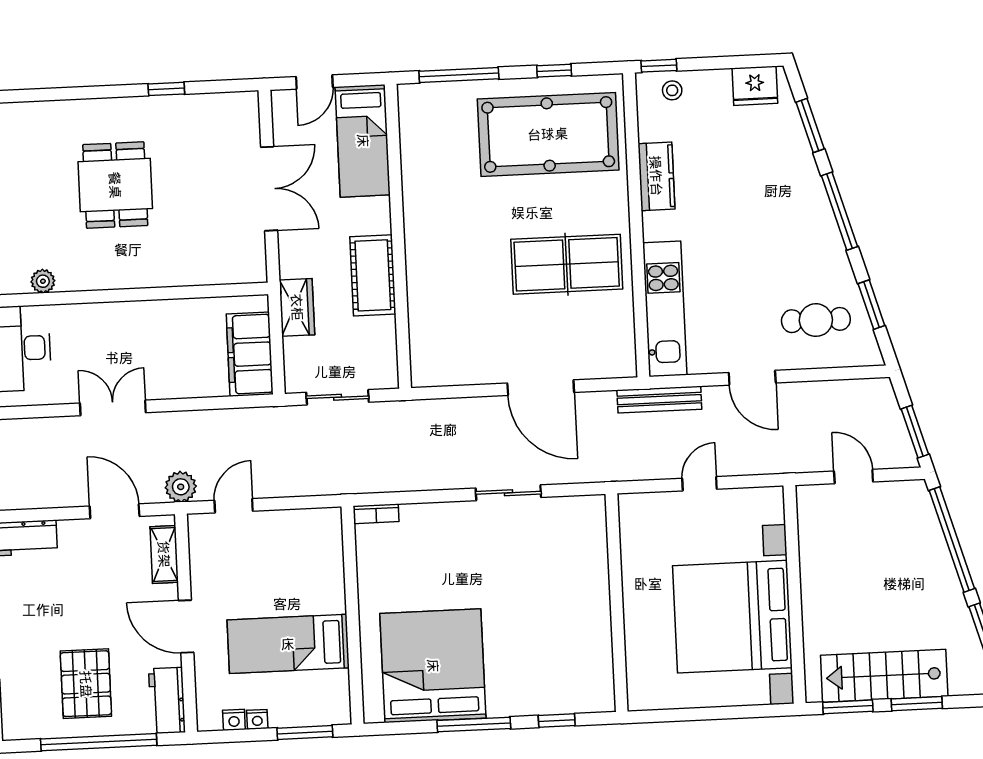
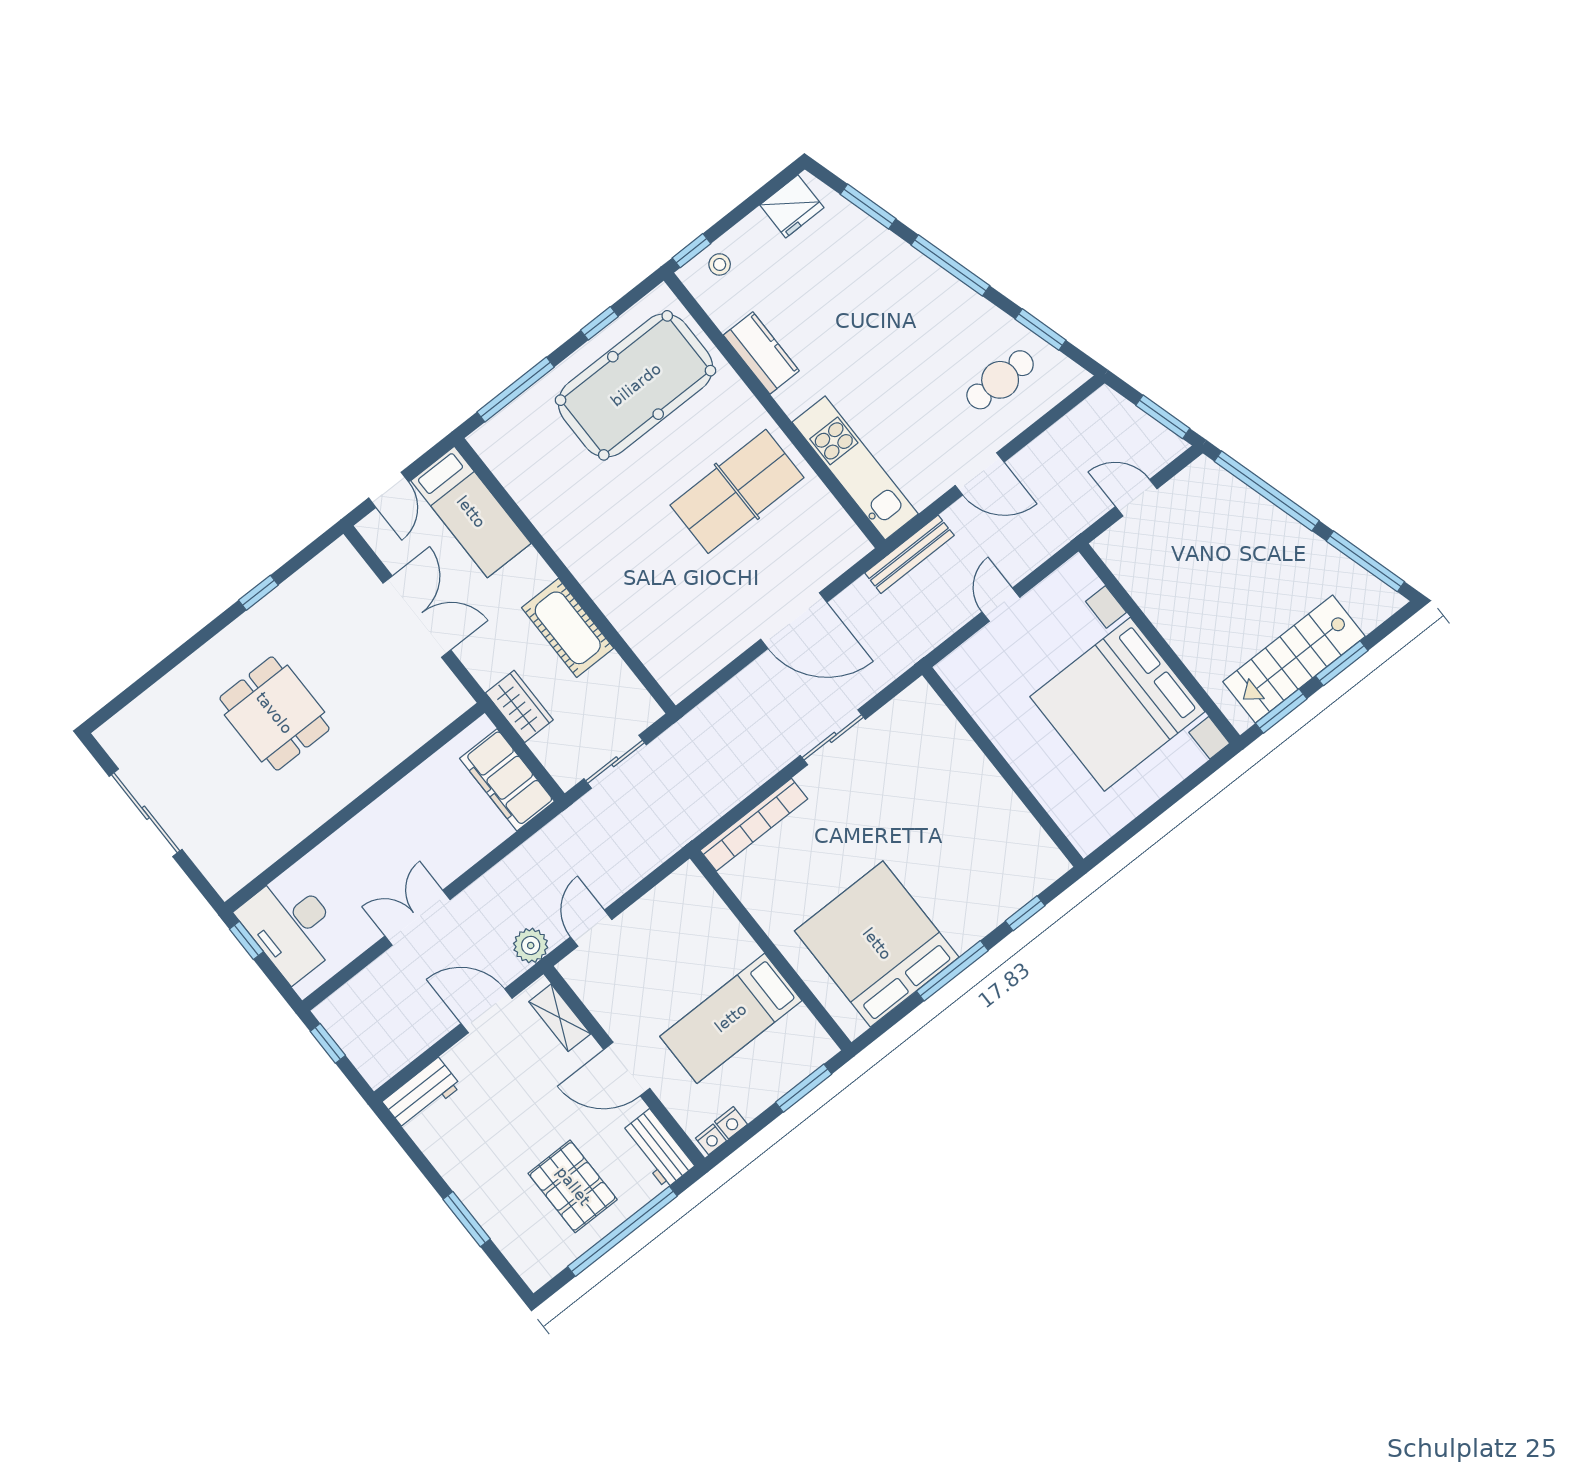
plant: (43, 281) -> (271, 848), removed
bookcase: (376, 514) -> (754, 825), width x2.31, depth x1.31
nightstand: (257, 719) -> (711, 1139), moved

